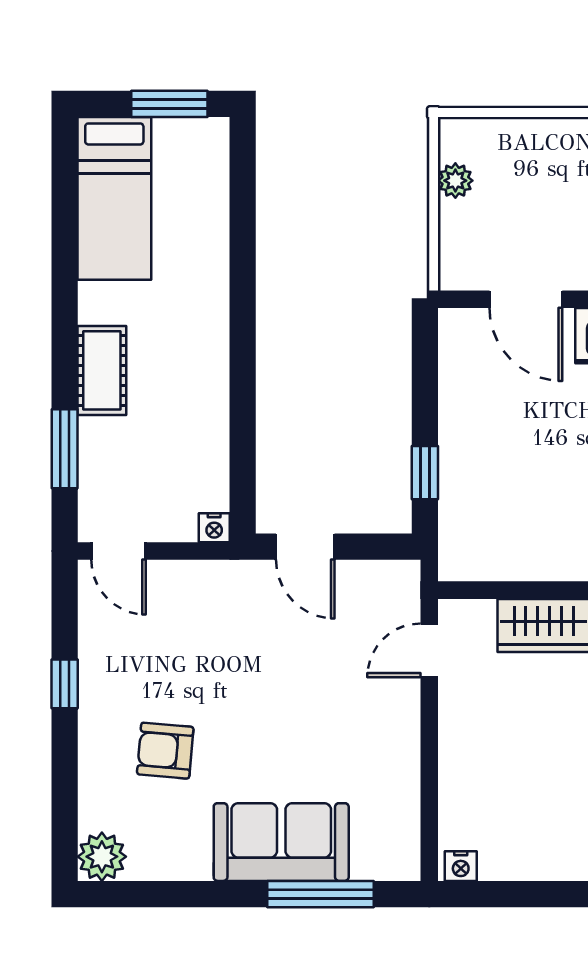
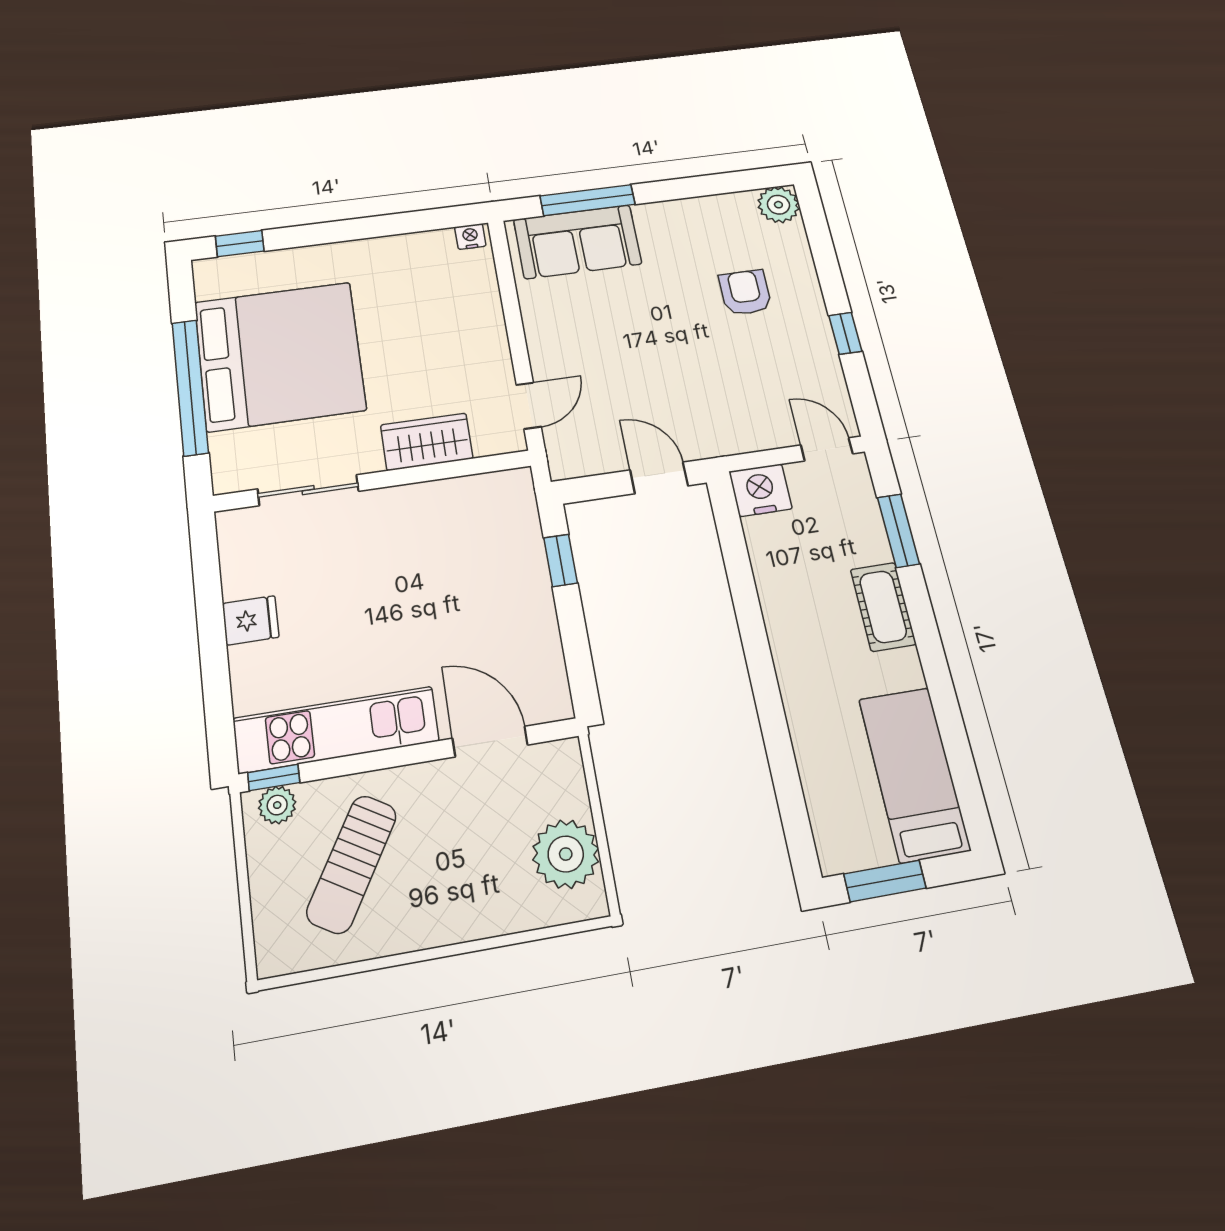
plant: (455, 181) -> (566, 854), width x1.88, depth x1.88
nightstand: (214, 528) -> (761, 490), width x1.89, depth x1.79
armchair: (165, 751) -> (745, 292), turned -95
sofa: (281, 842) -> (578, 242), moved

